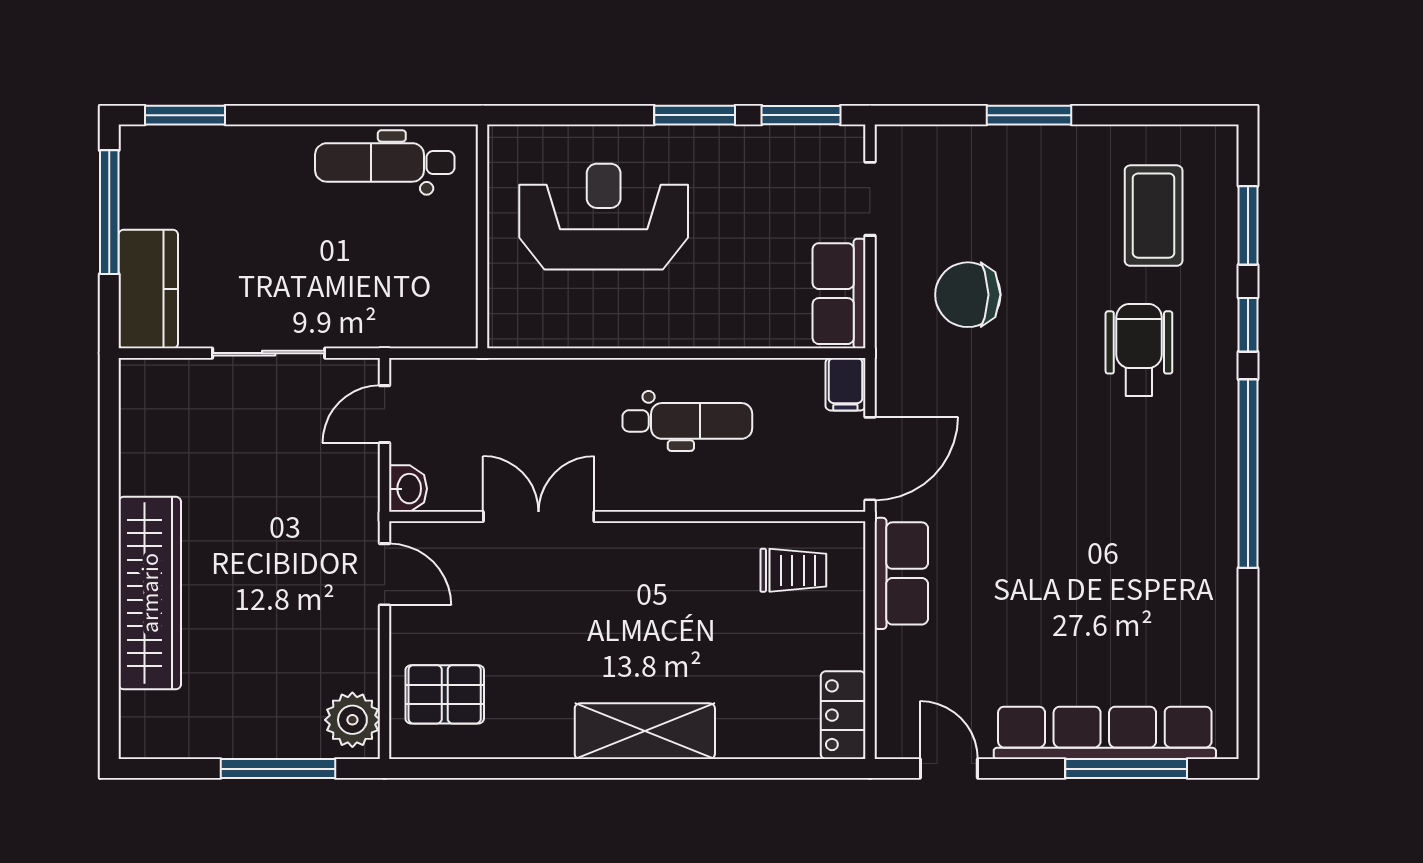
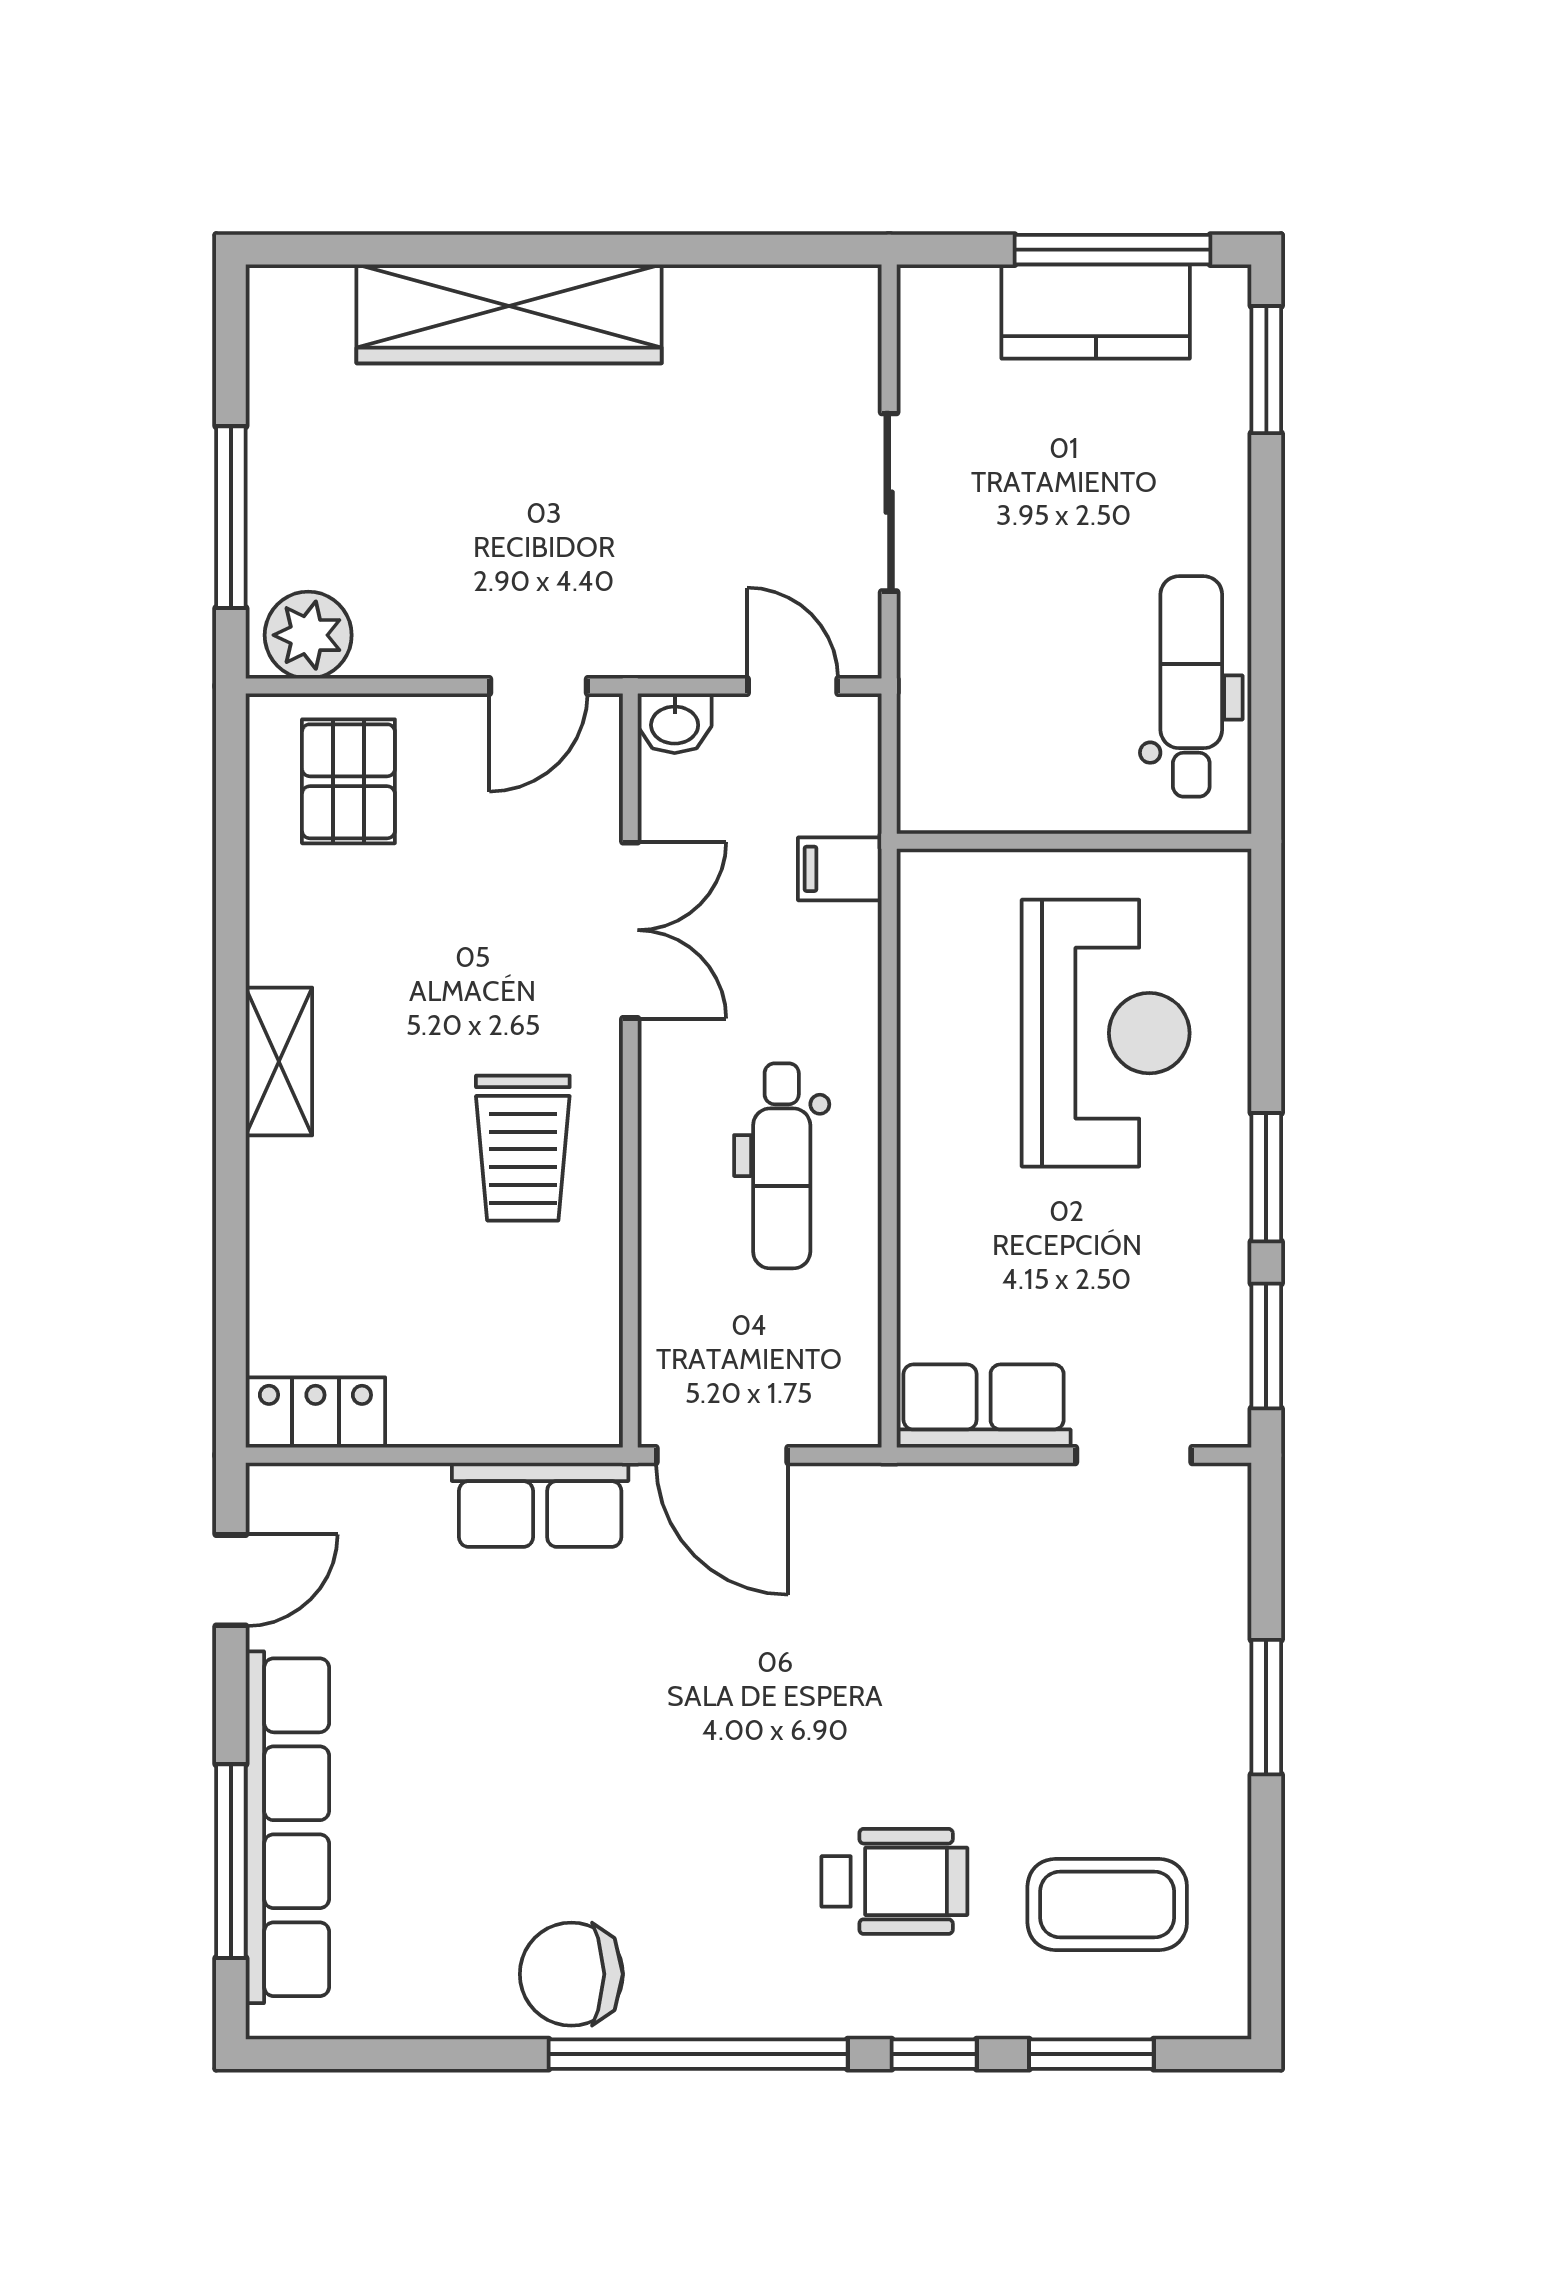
kitchen counter: (148, 289) -> (1096, 312), moved
chair: (968, 295) -> (571, 1974), moved, turned -90
filing cabinet: (845, 384) -> (840, 869), moved
trolley: (793, 570) -> (523, 1148), moved, width x1.36, depth x1.39
shelving: (645, 731) -> (279, 1061), width x0.67, depth x0.75

